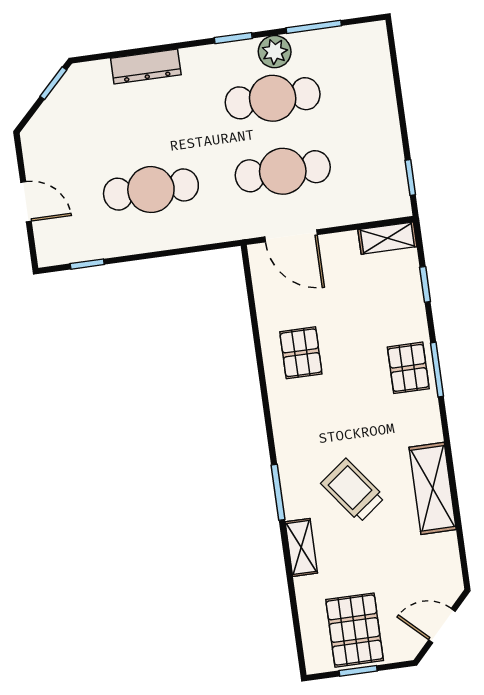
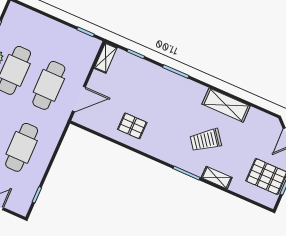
pallet: (408, 368) -> (167, 83), removed

